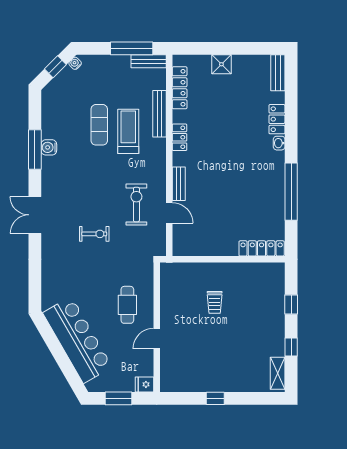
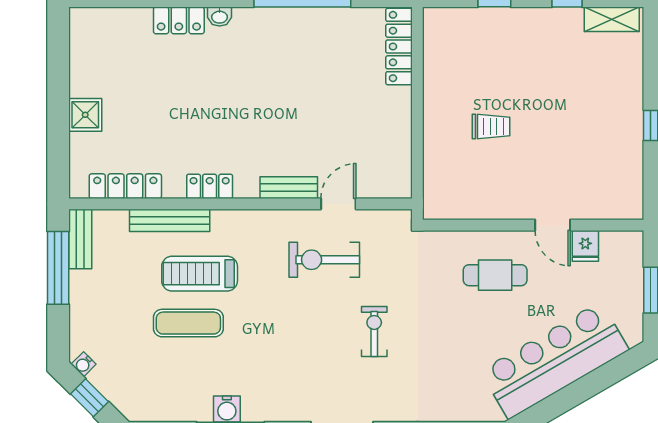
bench: (278, 73) -> (100, 19), removed
fridge: (145, 384) -> (585, 246), moved

